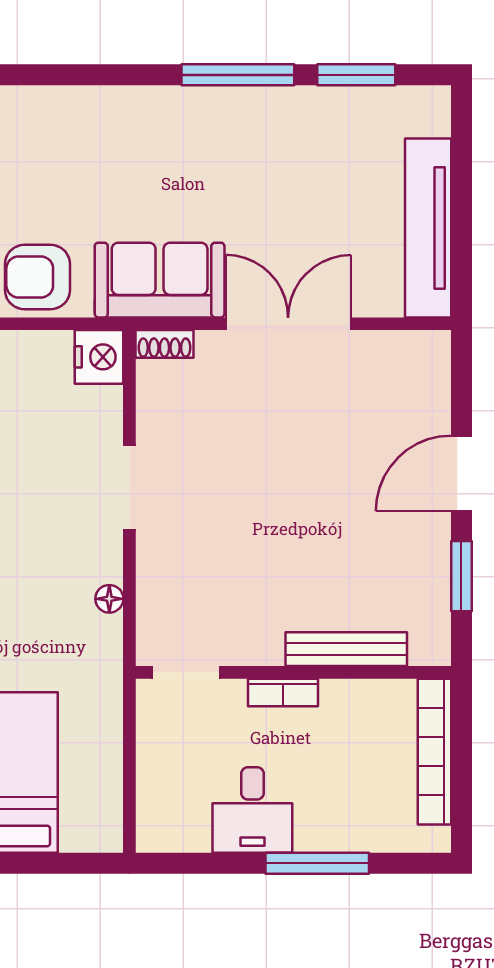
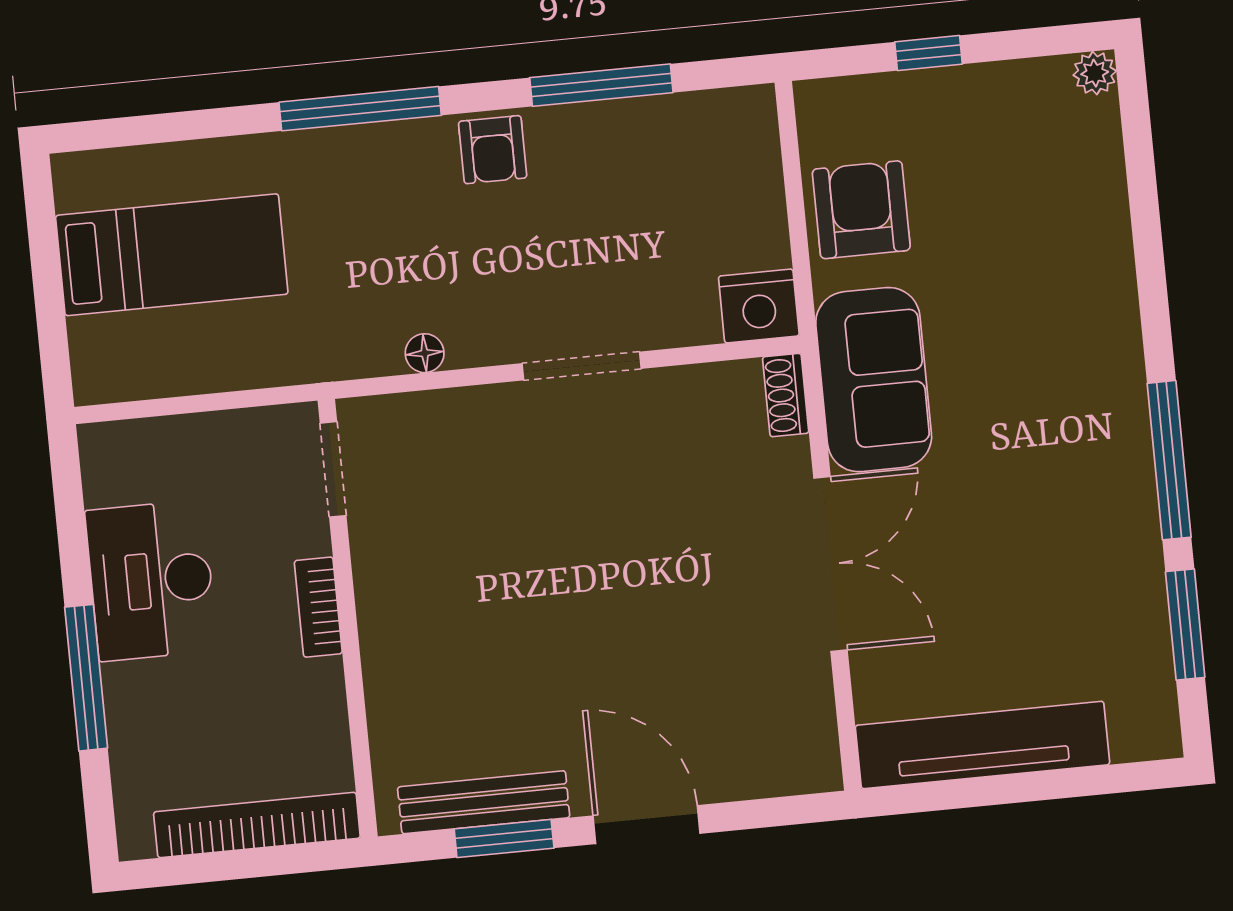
bench: (346, 649) -> (484, 802), moved, turned 90
desk: (252, 810) -> (151, 581), width x1.37

